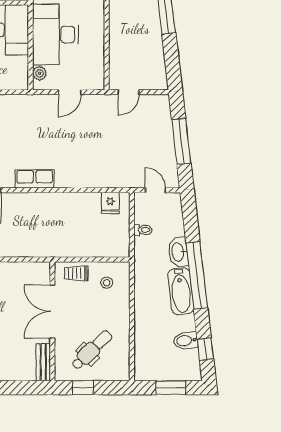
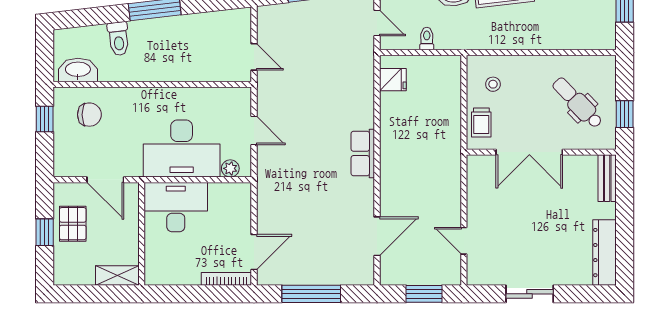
row of seats: (35, 179) -> (363, 153), moved
door: (155, 190) -> (377, 23), swing flipped
bench: (43, 362) -> (607, 178), moved, turned 90

